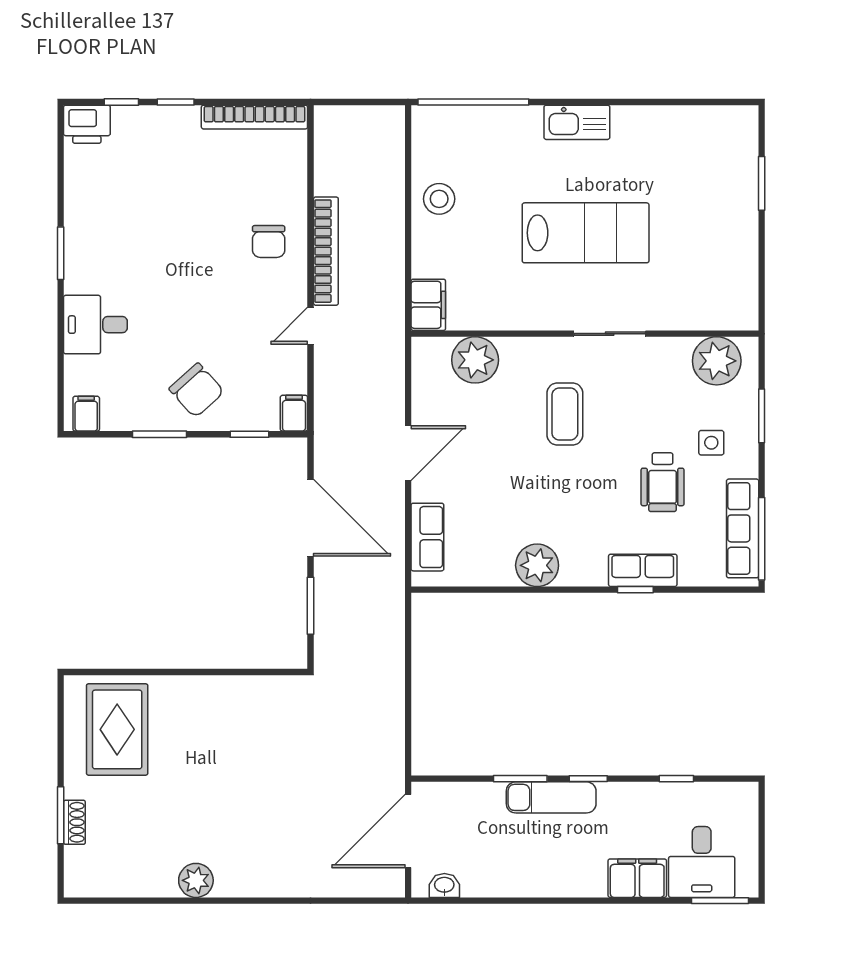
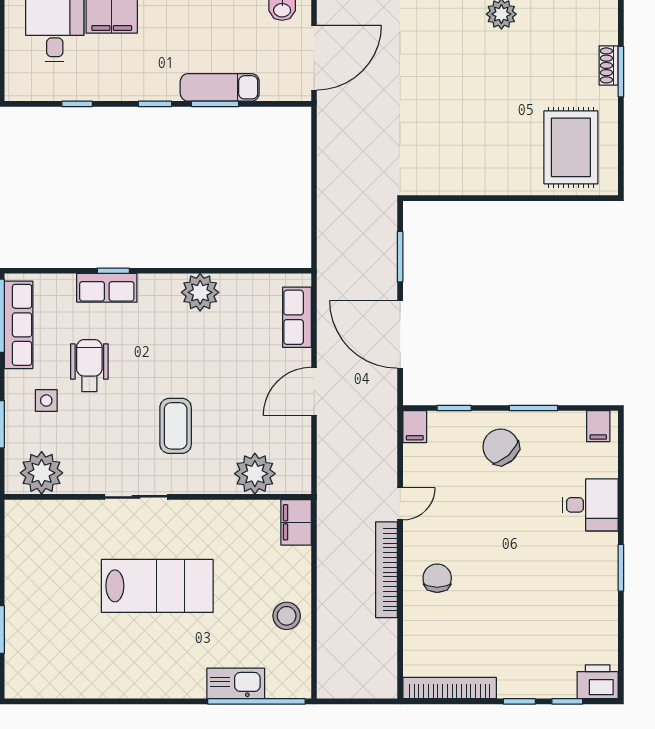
kitchen sink: (577, 122) -> (236, 683), moved
lab bench: (586, 233) -> (157, 586), turned 180
exam couch: (551, 797) -> (220, 87), moved

